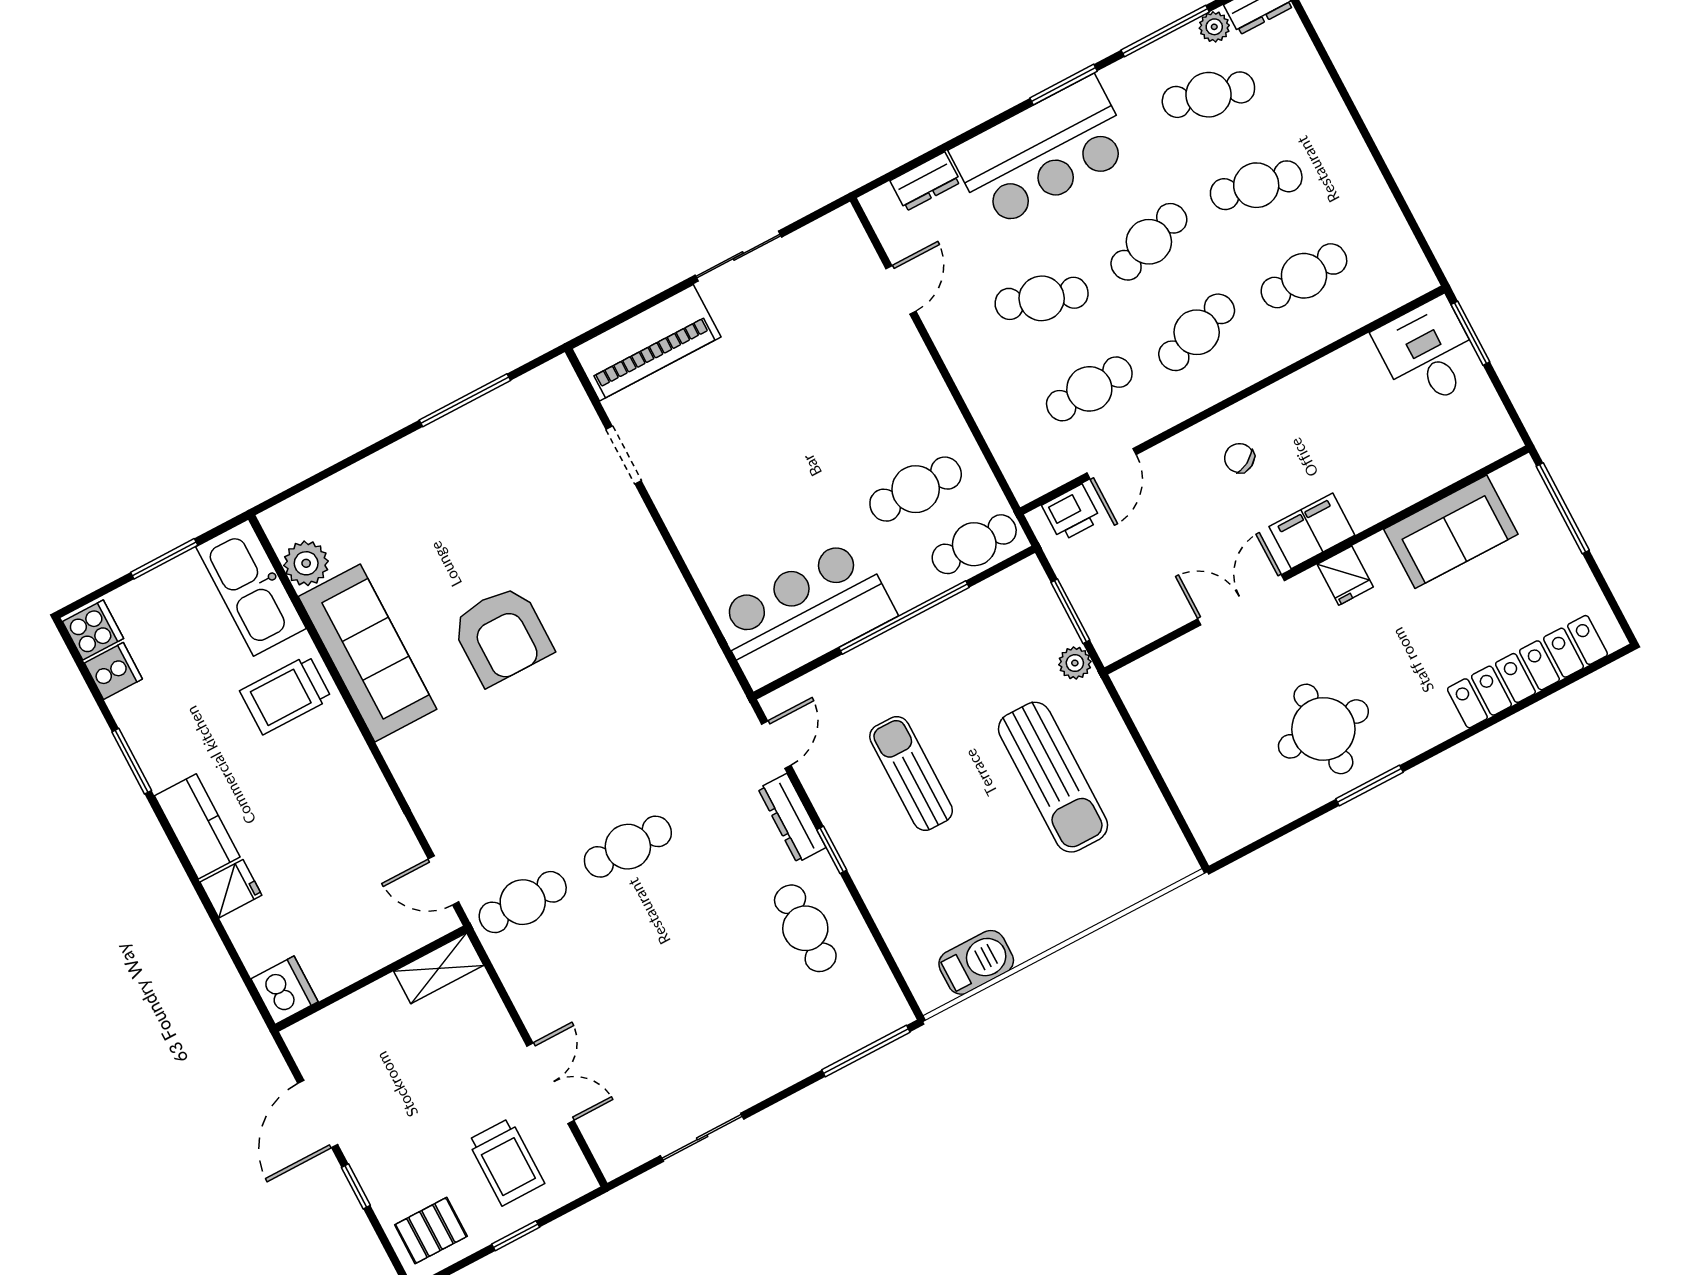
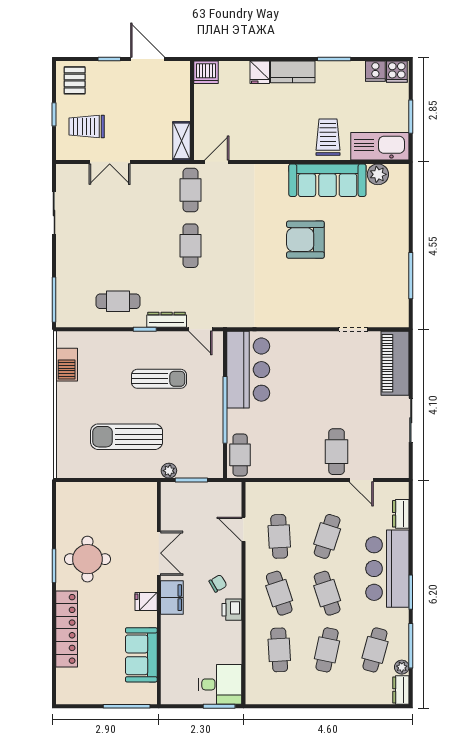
cafe table: (916, 489) -> (337, 452), moved
printer: (1071, 513) -> (232, 610), moved
locker: (1527, 672) -> (67, 629), moved

